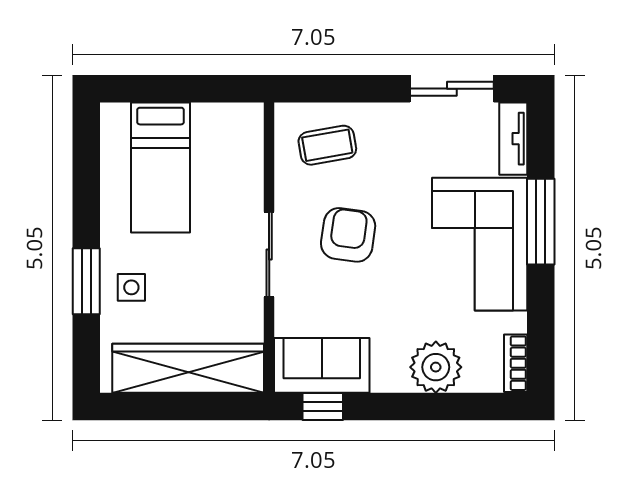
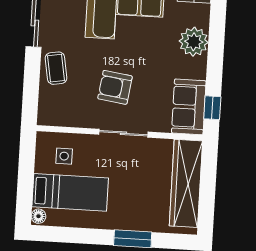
floor lamp: (116, 115) -> (38, 216), added
coffee table: (327, 145) -> (56, 68), moved
side table: (131, 287) -> (64, 156), moved

